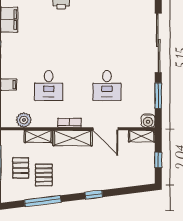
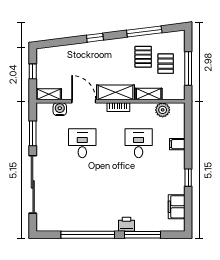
water cooler: (148, 121) -> (60, 109), moved

